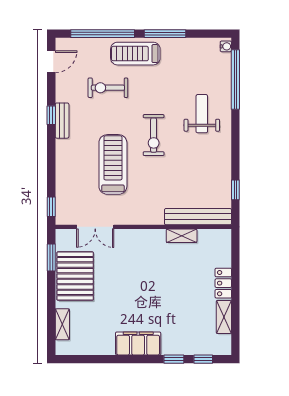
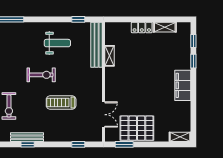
weight bench: (202, 114) -> (57, 43), moved, turned 180
bench: (62, 121) -> (27, 137), width x1.36
treadmill: (113, 164) -> (61, 102), width x0.73, depth x0.73
window: (51, 207) -> (78, 144), moved
shelving: (62, 324) -> (180, 137), moved

